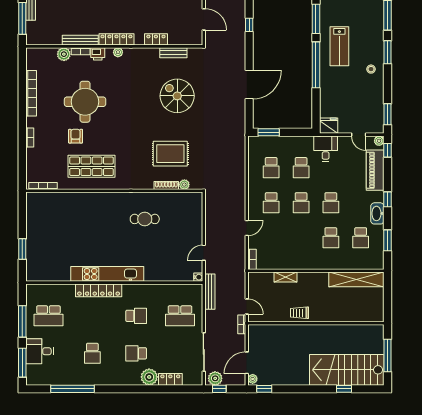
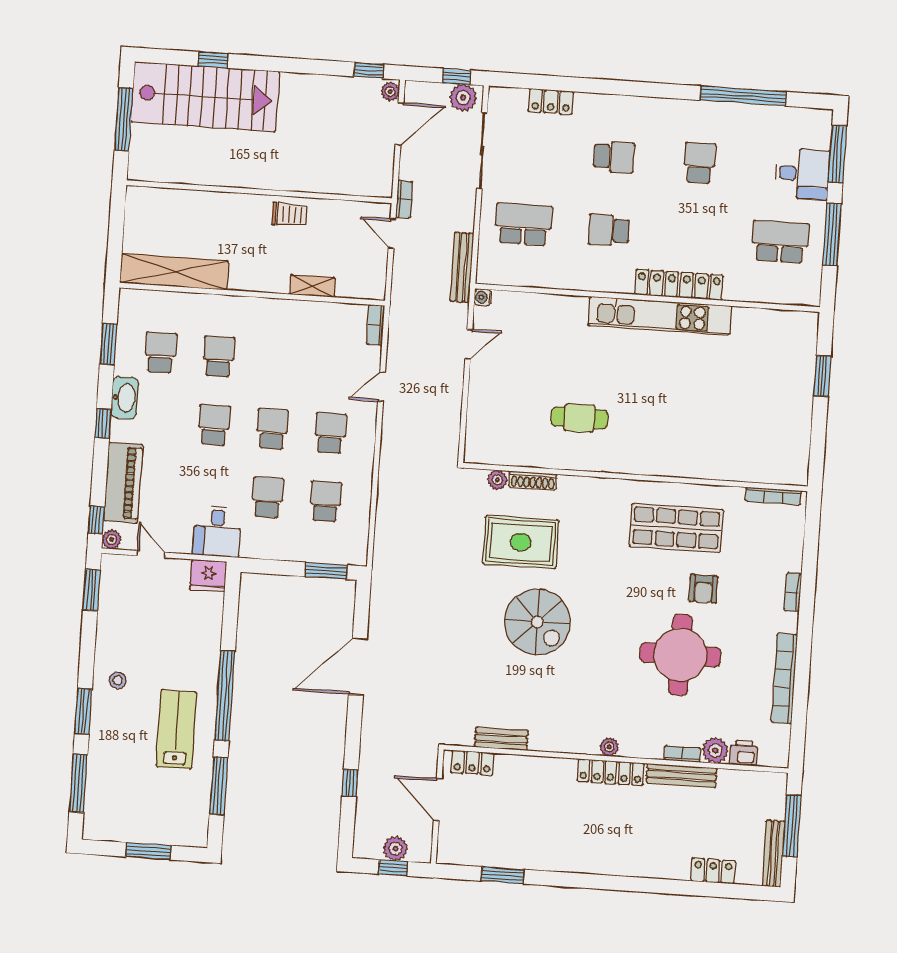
locker: (156, 39) -> (472, 763), moved
printer: (98, 54) -> (744, 753), moved
spiral stairs: (177, 96) -> (537, 622), moved
plant: (149, 377) -> (592, 109), removed

